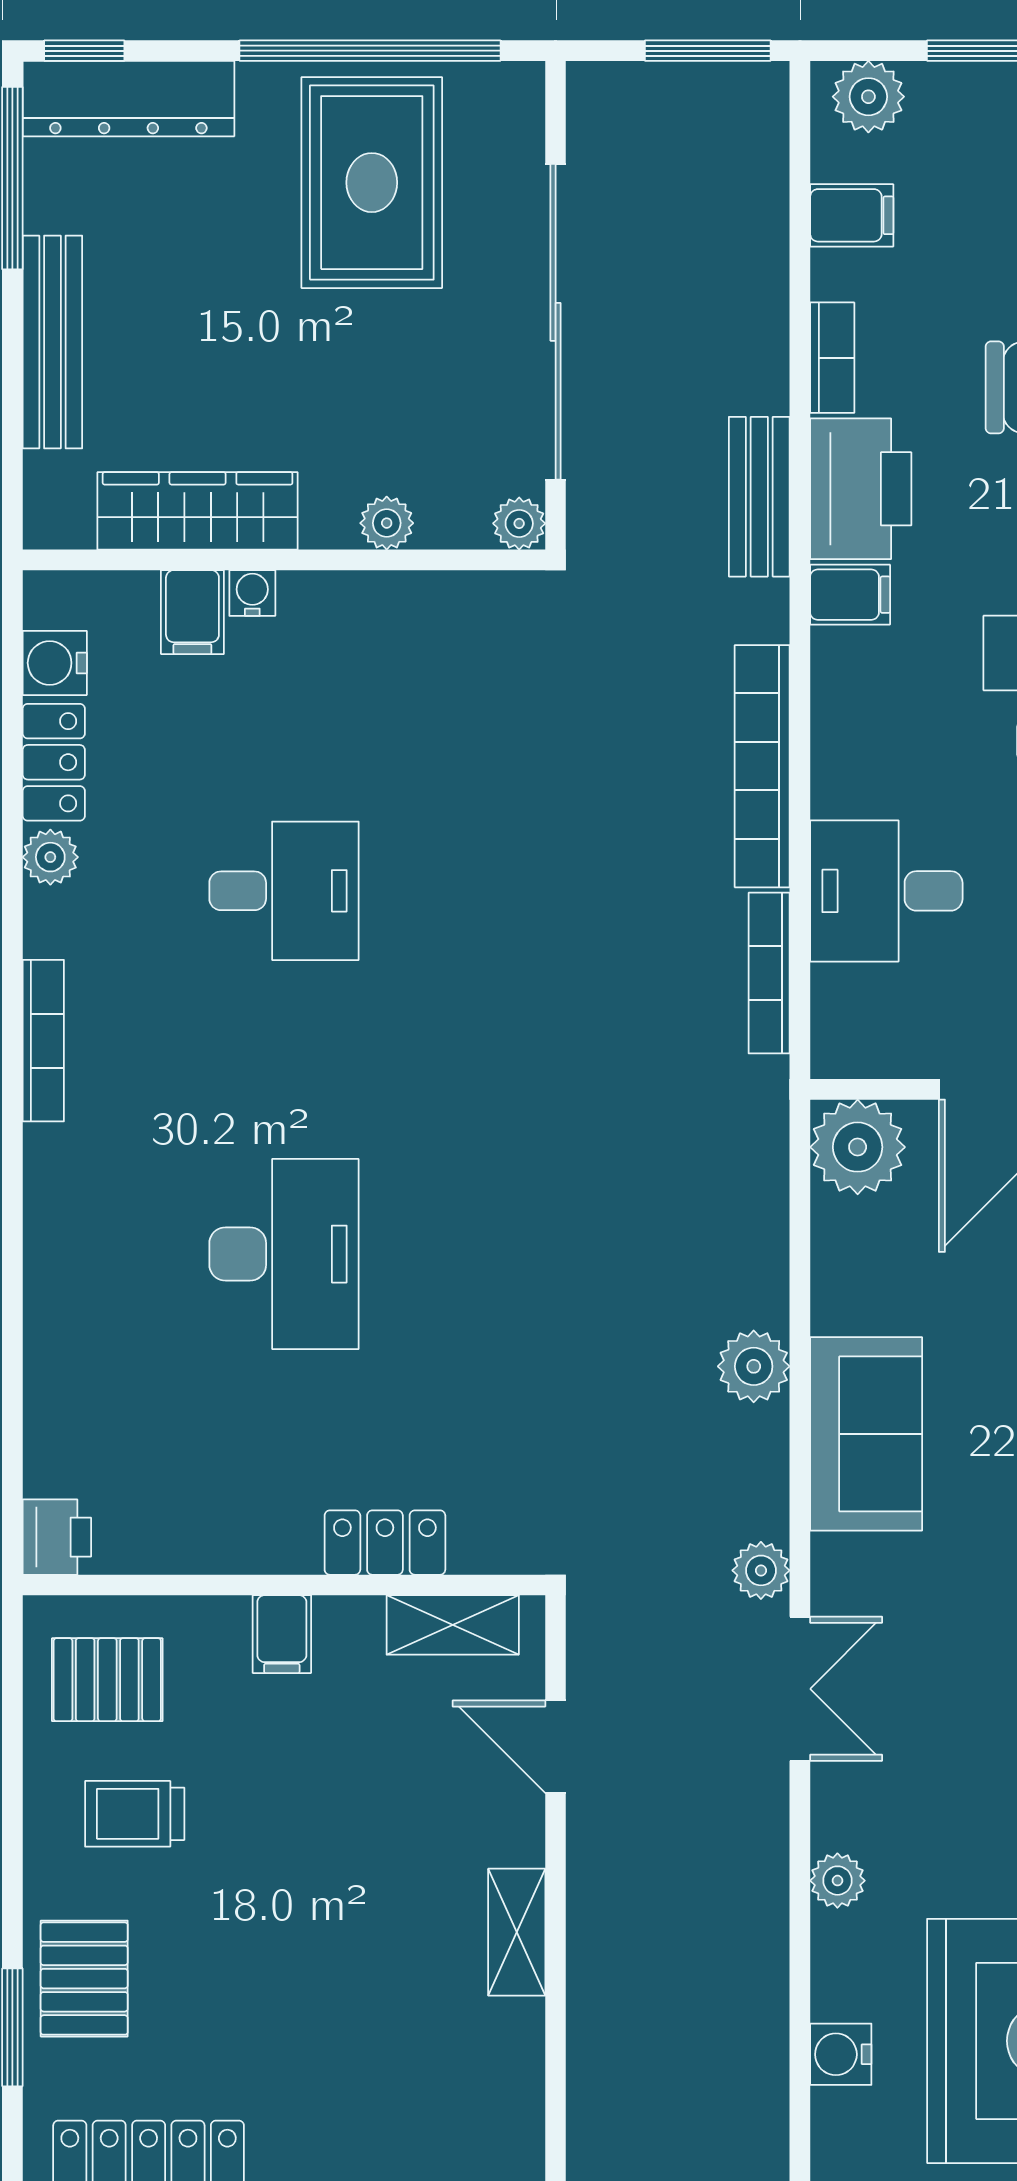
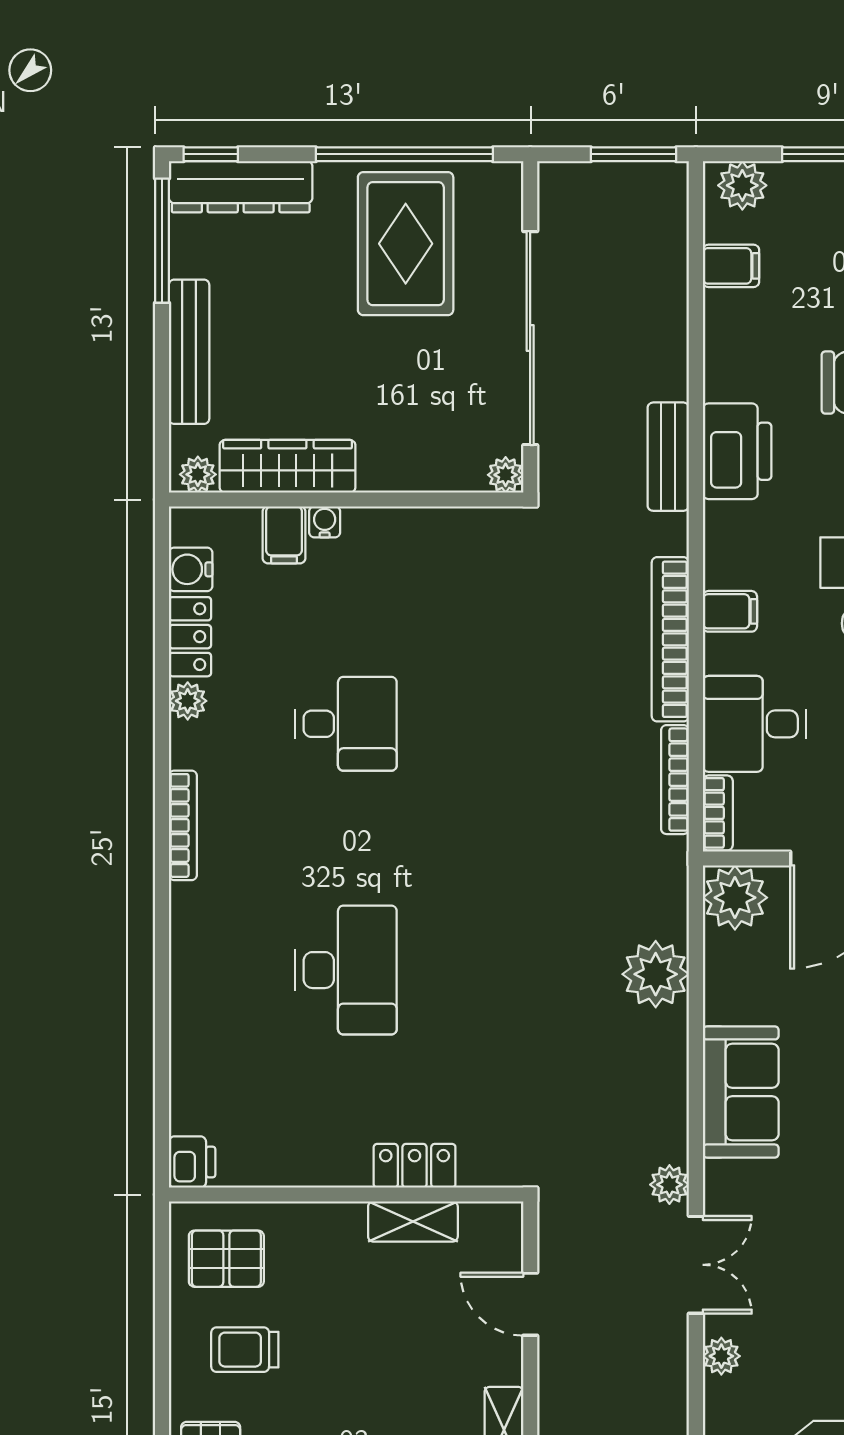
bookcase: (832, 358) -> (718, 813), moved
plant: (387, 523) -> (198, 474), moved
filing cabinet: (850, 595) -> (730, 611), moved
plant: (754, 1366) -> (656, 974), moved, width x1.36, depth x1.36
shelving: (453, 1625) -> (413, 1222), moved
filing cabinet: (282, 1634) -> (345, 1228), removed
plant: (837, 1881) -> (721, 1356), moved

